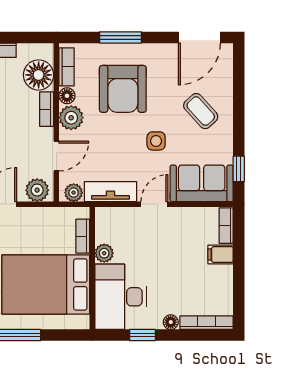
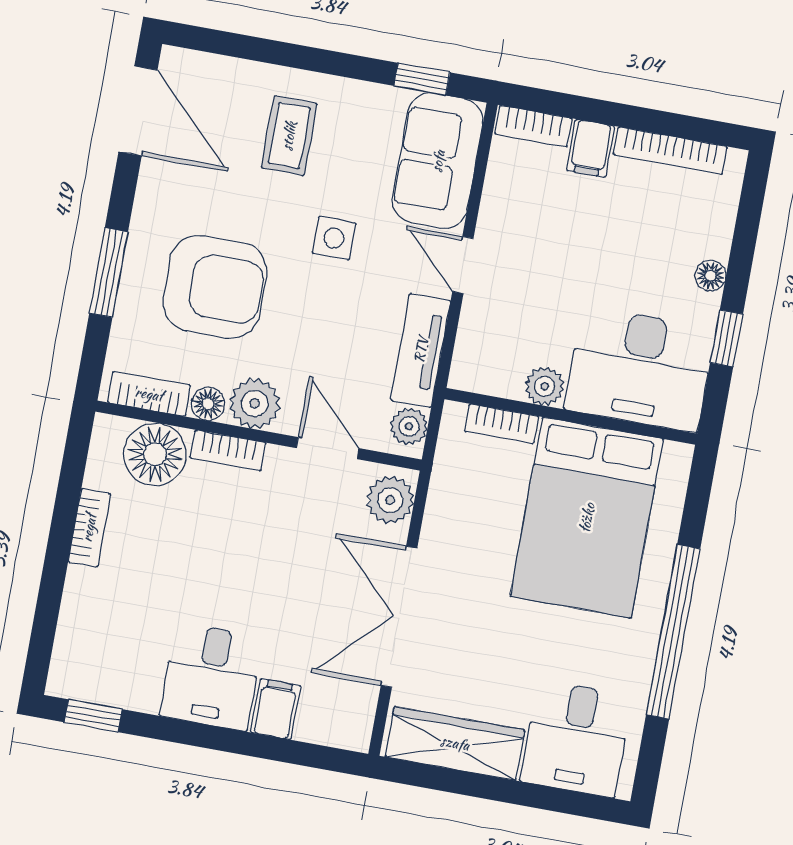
coffee table: (201, 111) -> (289, 136), turned -48
bookcase: (207, 323) -> (670, 151), moved, turned -90

